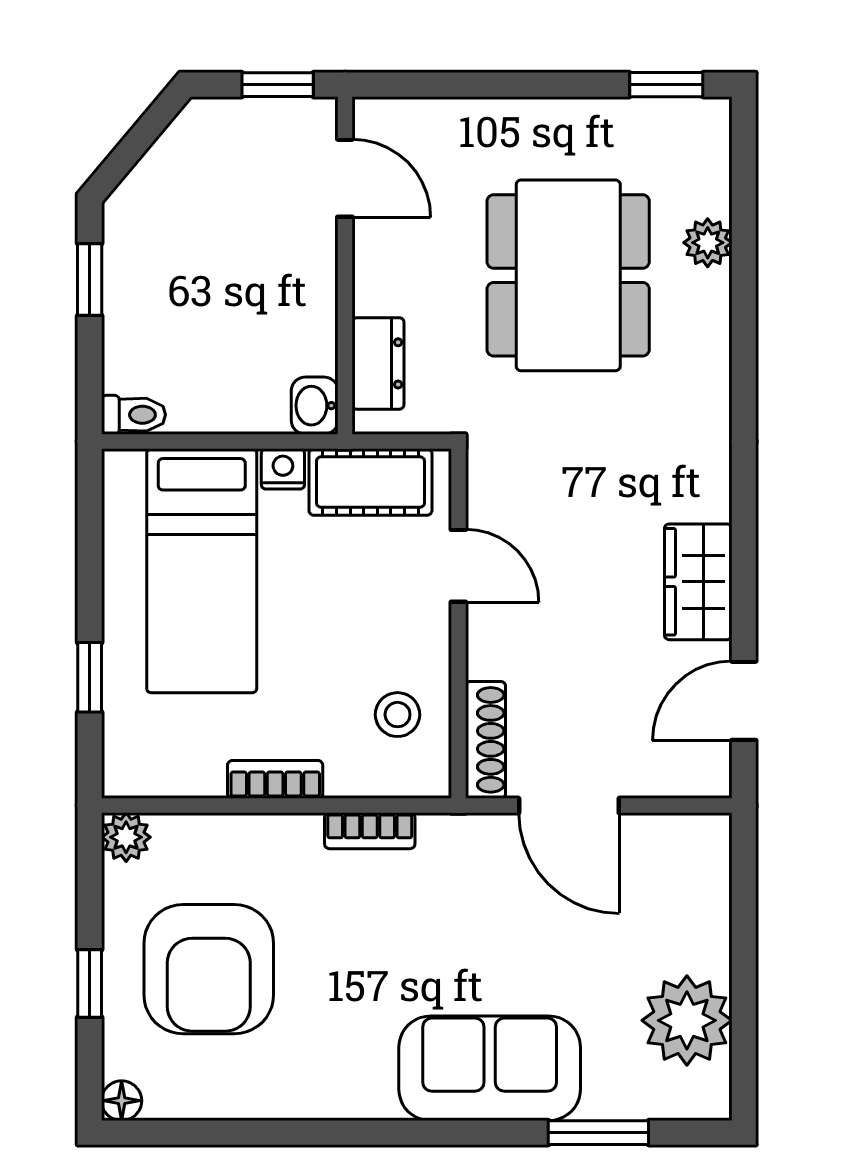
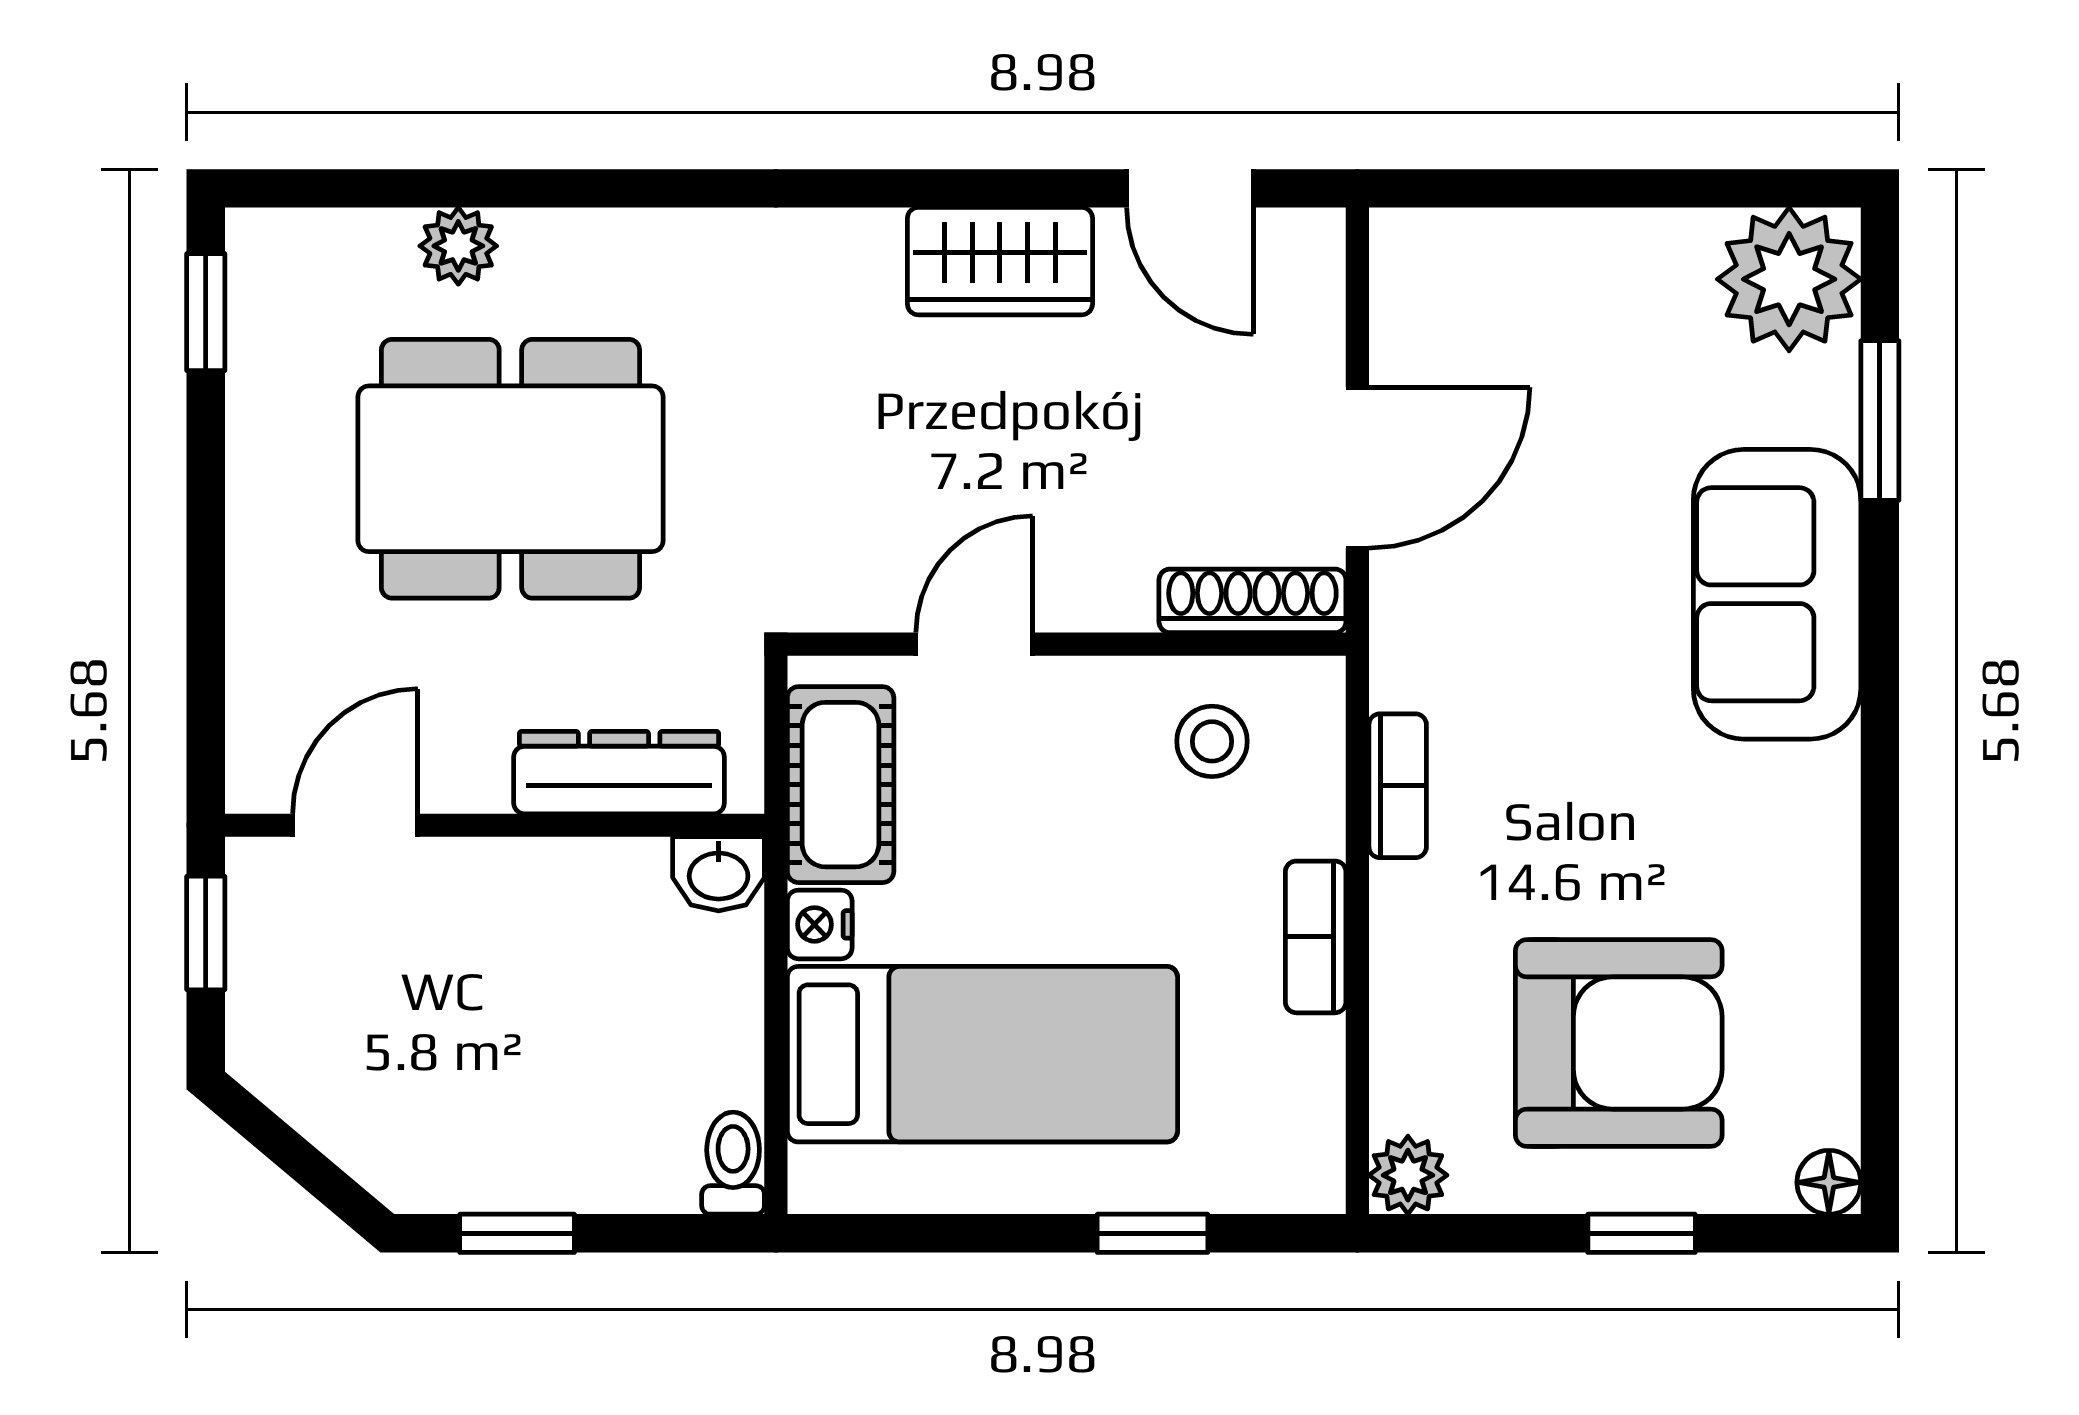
dresser: (378, 363) -> (619, 773), width x1.44
plant: (687, 1020) -> (1789, 279), moved

